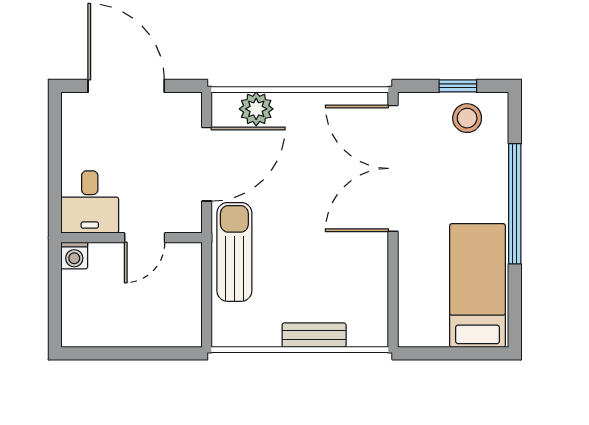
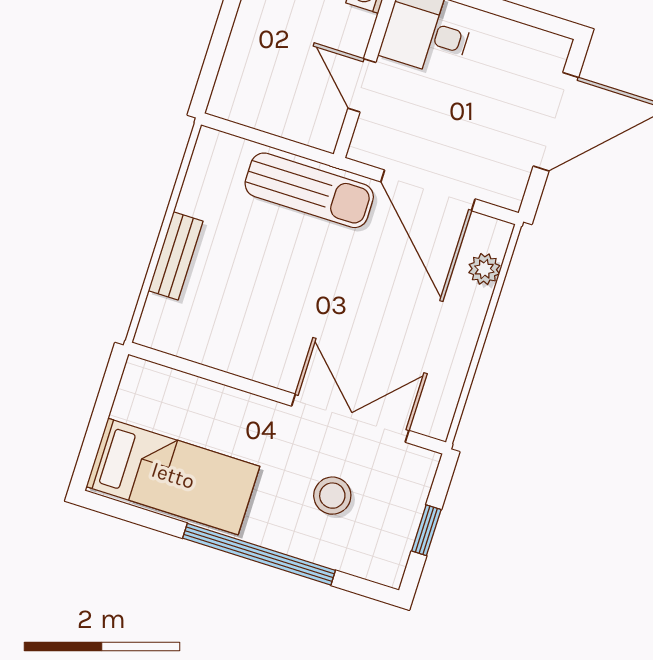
plant: (256, 109) -> (484, 269), width x0.73, depth x0.73
stool: (467, 118) -> (332, 496), moved
double door: (393, 168) -> (350, 418), width x0.73

